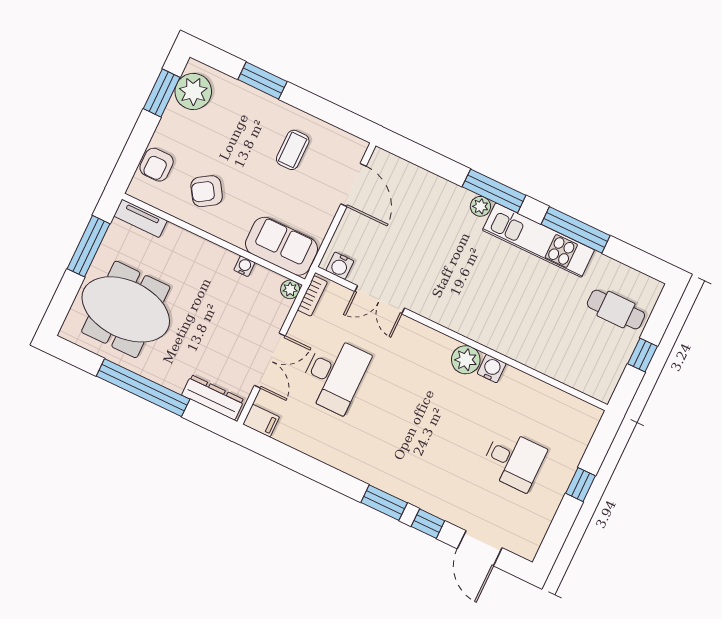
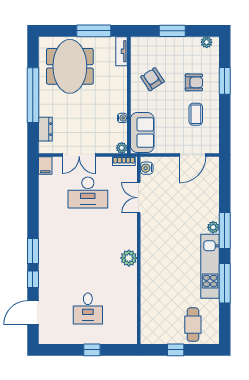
plant: (193, 91) -> (207, 42), width x0.53, depth x0.53
window: (162, 93) -> (172, 31), moved
coffee table: (293, 150) -> (196, 114), turned 90
armchair: (157, 165) -> (194, 82), moved, turned 180
water cooler: (492, 369) -> (131, 274), removed
dresser: (213, 397) -> (45, 129), width x0.70

